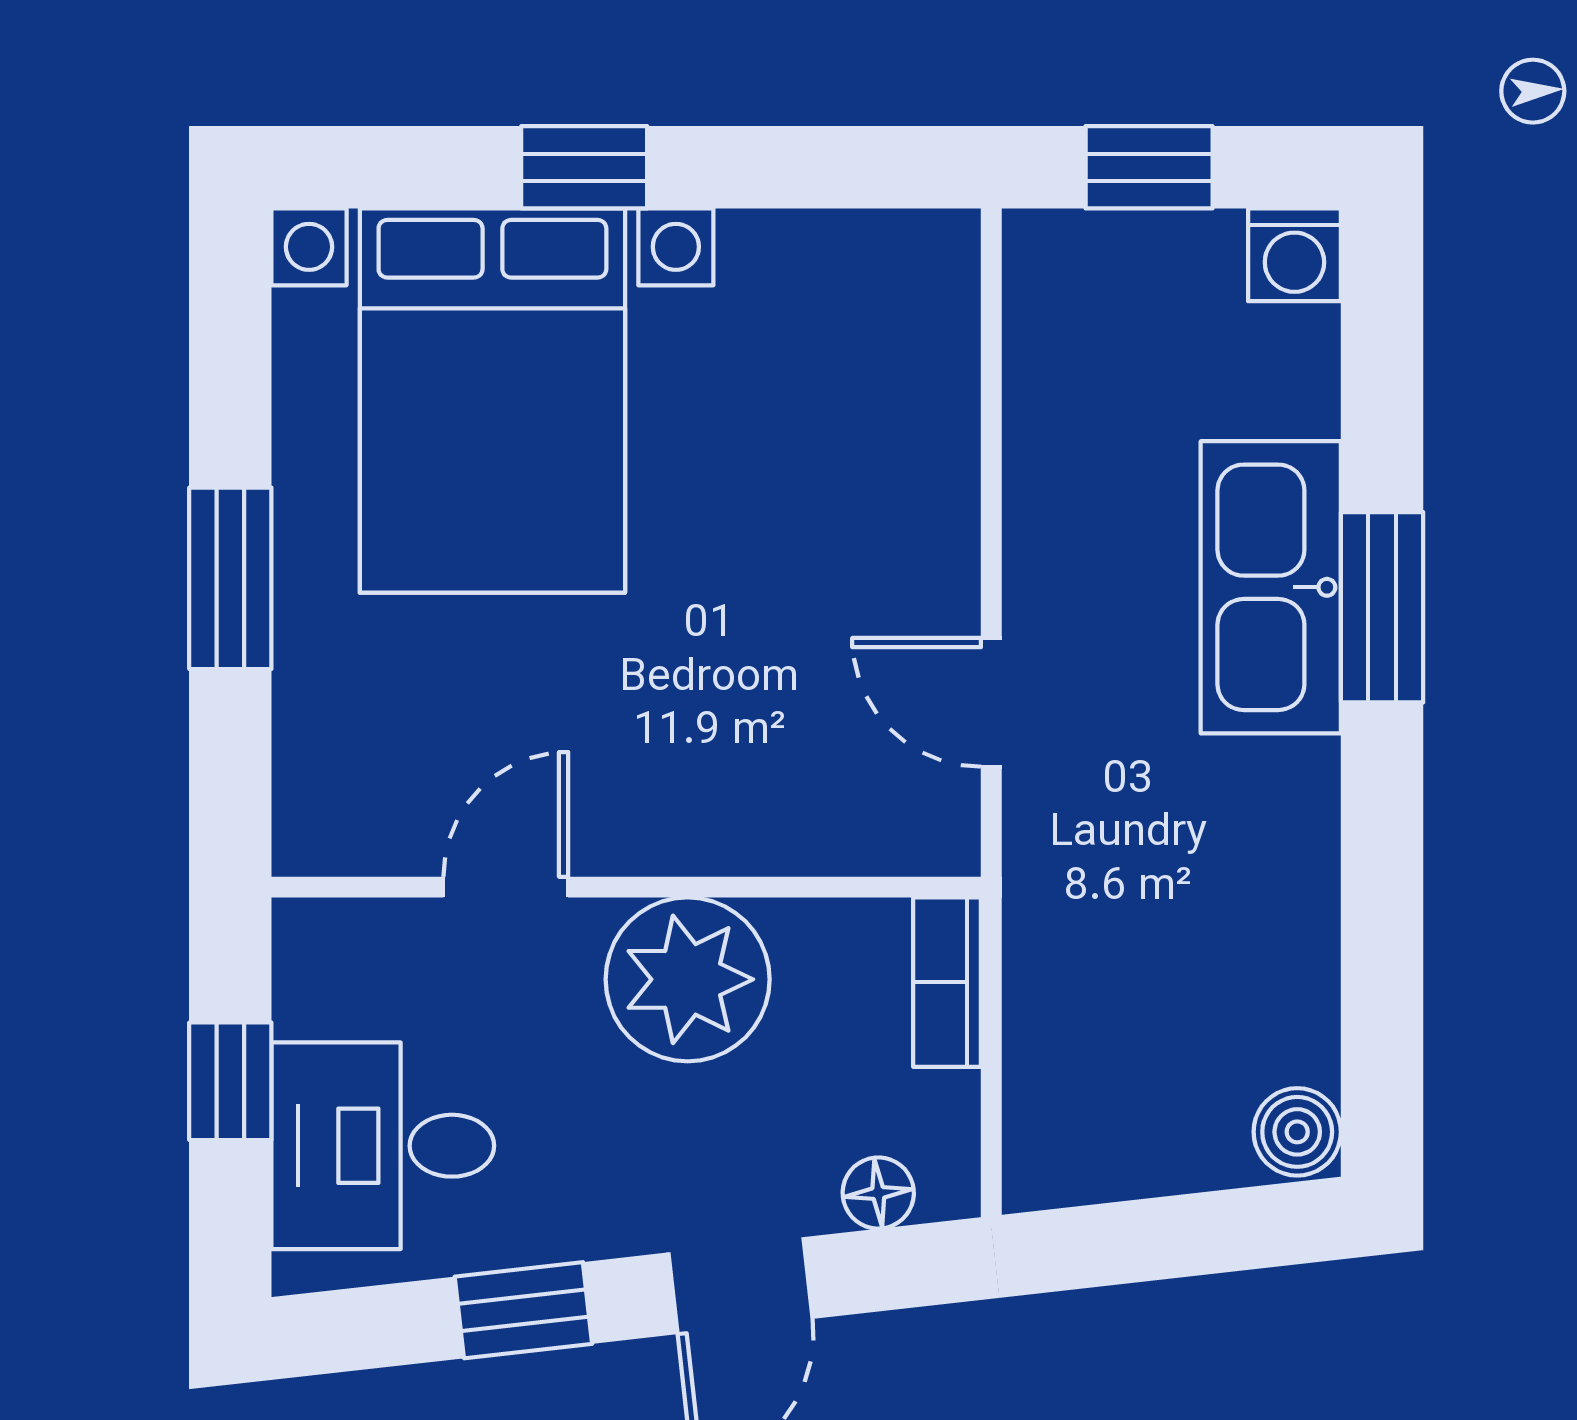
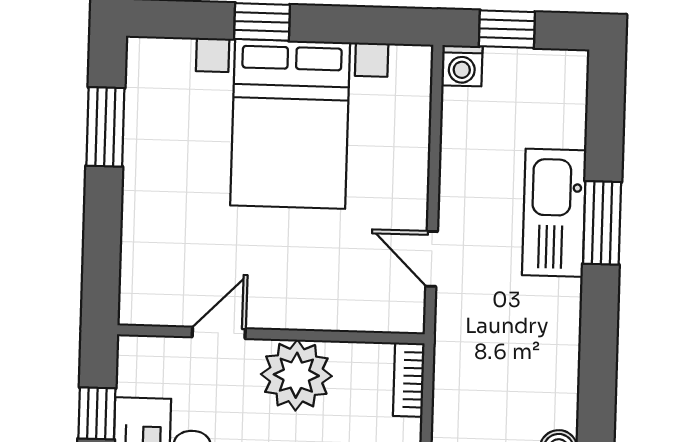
washing machine: (1294, 255) -> (462, 66), moved
bed with nightstands: (492, 401) -> (290, 124), moved
window: (230, 578) -> (105, 127), moved

